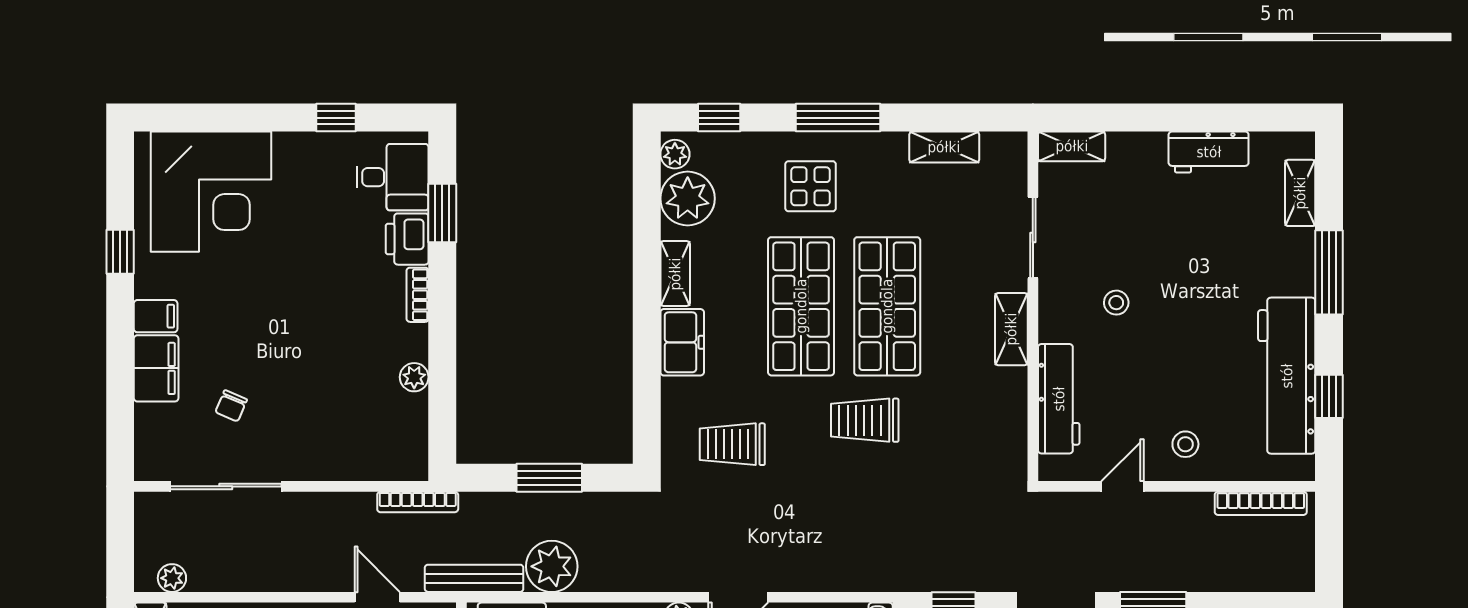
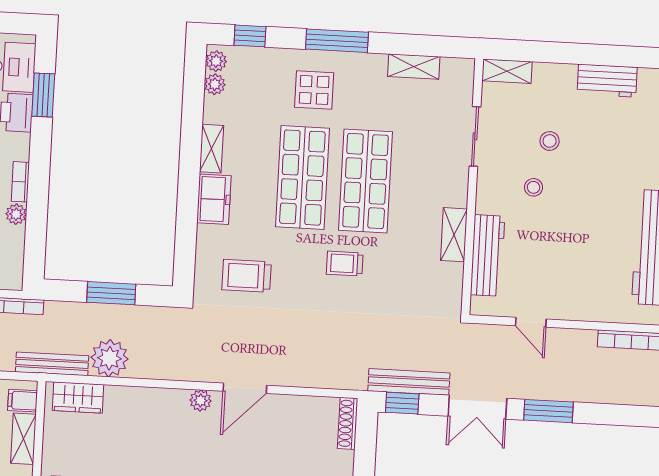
plant: (688, 198) -> (215, 84), width x0.53, depth x0.53
bookcase: (418, 295) -> (20, 182), moved
shelving: (1011, 329) -> (454, 235), moved
trolley: (865, 420) -> (345, 264), width x0.73, depth x0.72
stool: (1185, 444) -> (550, 141), moved
door: (1123, 486) -> (531, 322), swing flipped
bench: (961, 577) -> (409, 382), added

